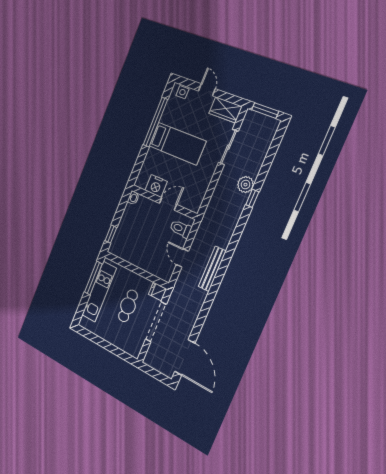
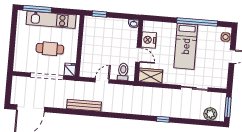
wardrobe: (225, 110) -> (150, 76), moved, turned 90
plant: (245, 185) -> (210, 114), moved
bench: (212, 269) -> (84, 105), moved
window: (93, 278) -> (37, 9), moved

